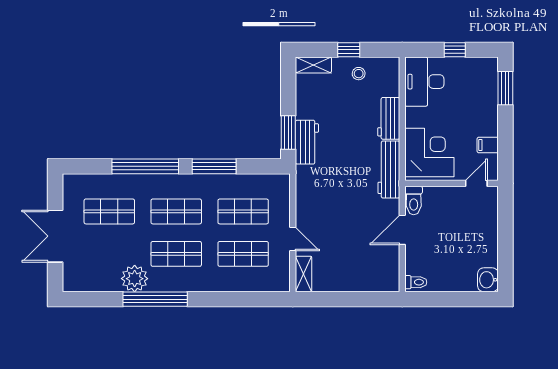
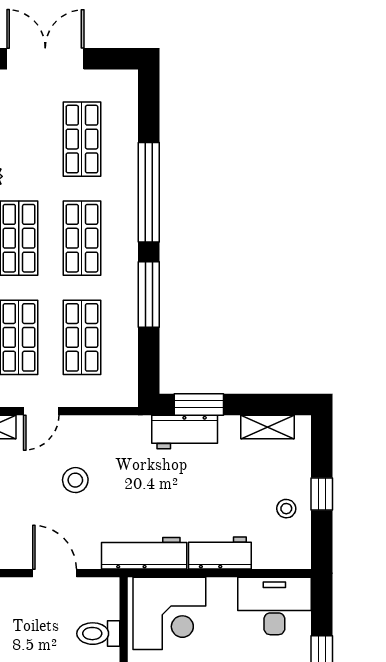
shelving: (313, 65) -> (267, 427), moved, turned 90
toilet: (414, 200) -> (98, 634), moved
stool: (339, 216) -> (75, 480), added

